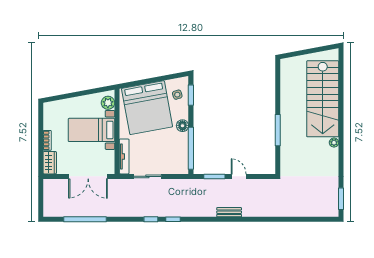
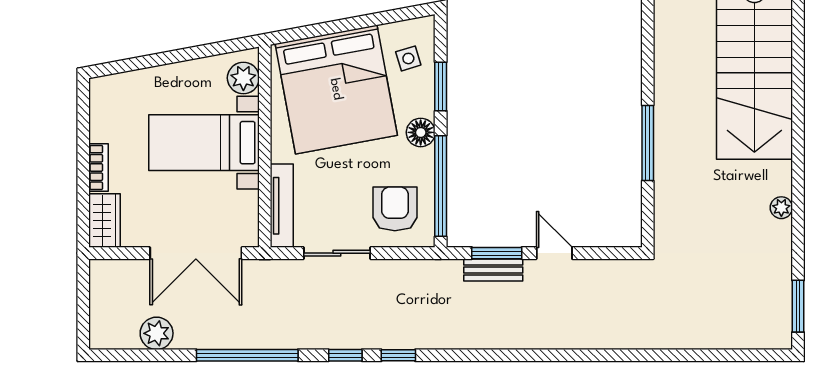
window: (191, 95) -> (441, 86), moved
plant: (334, 143) -> (781, 208), moved
armchair: (172, 158) -> (395, 209), added
plant: (72, 210) -> (157, 333), added
bench: (229, 212) -> (493, 270), moved
window: (85, 219) -> (247, 355), moved

